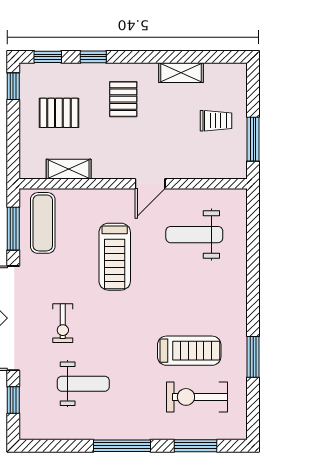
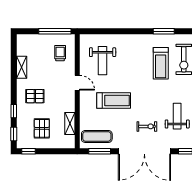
trolley: (216, 121) -> (60, 53), moved
window: (253, 139) -> (55, 31), width x1.44
treadmill: (189, 351) -> (161, 63), turned 180

